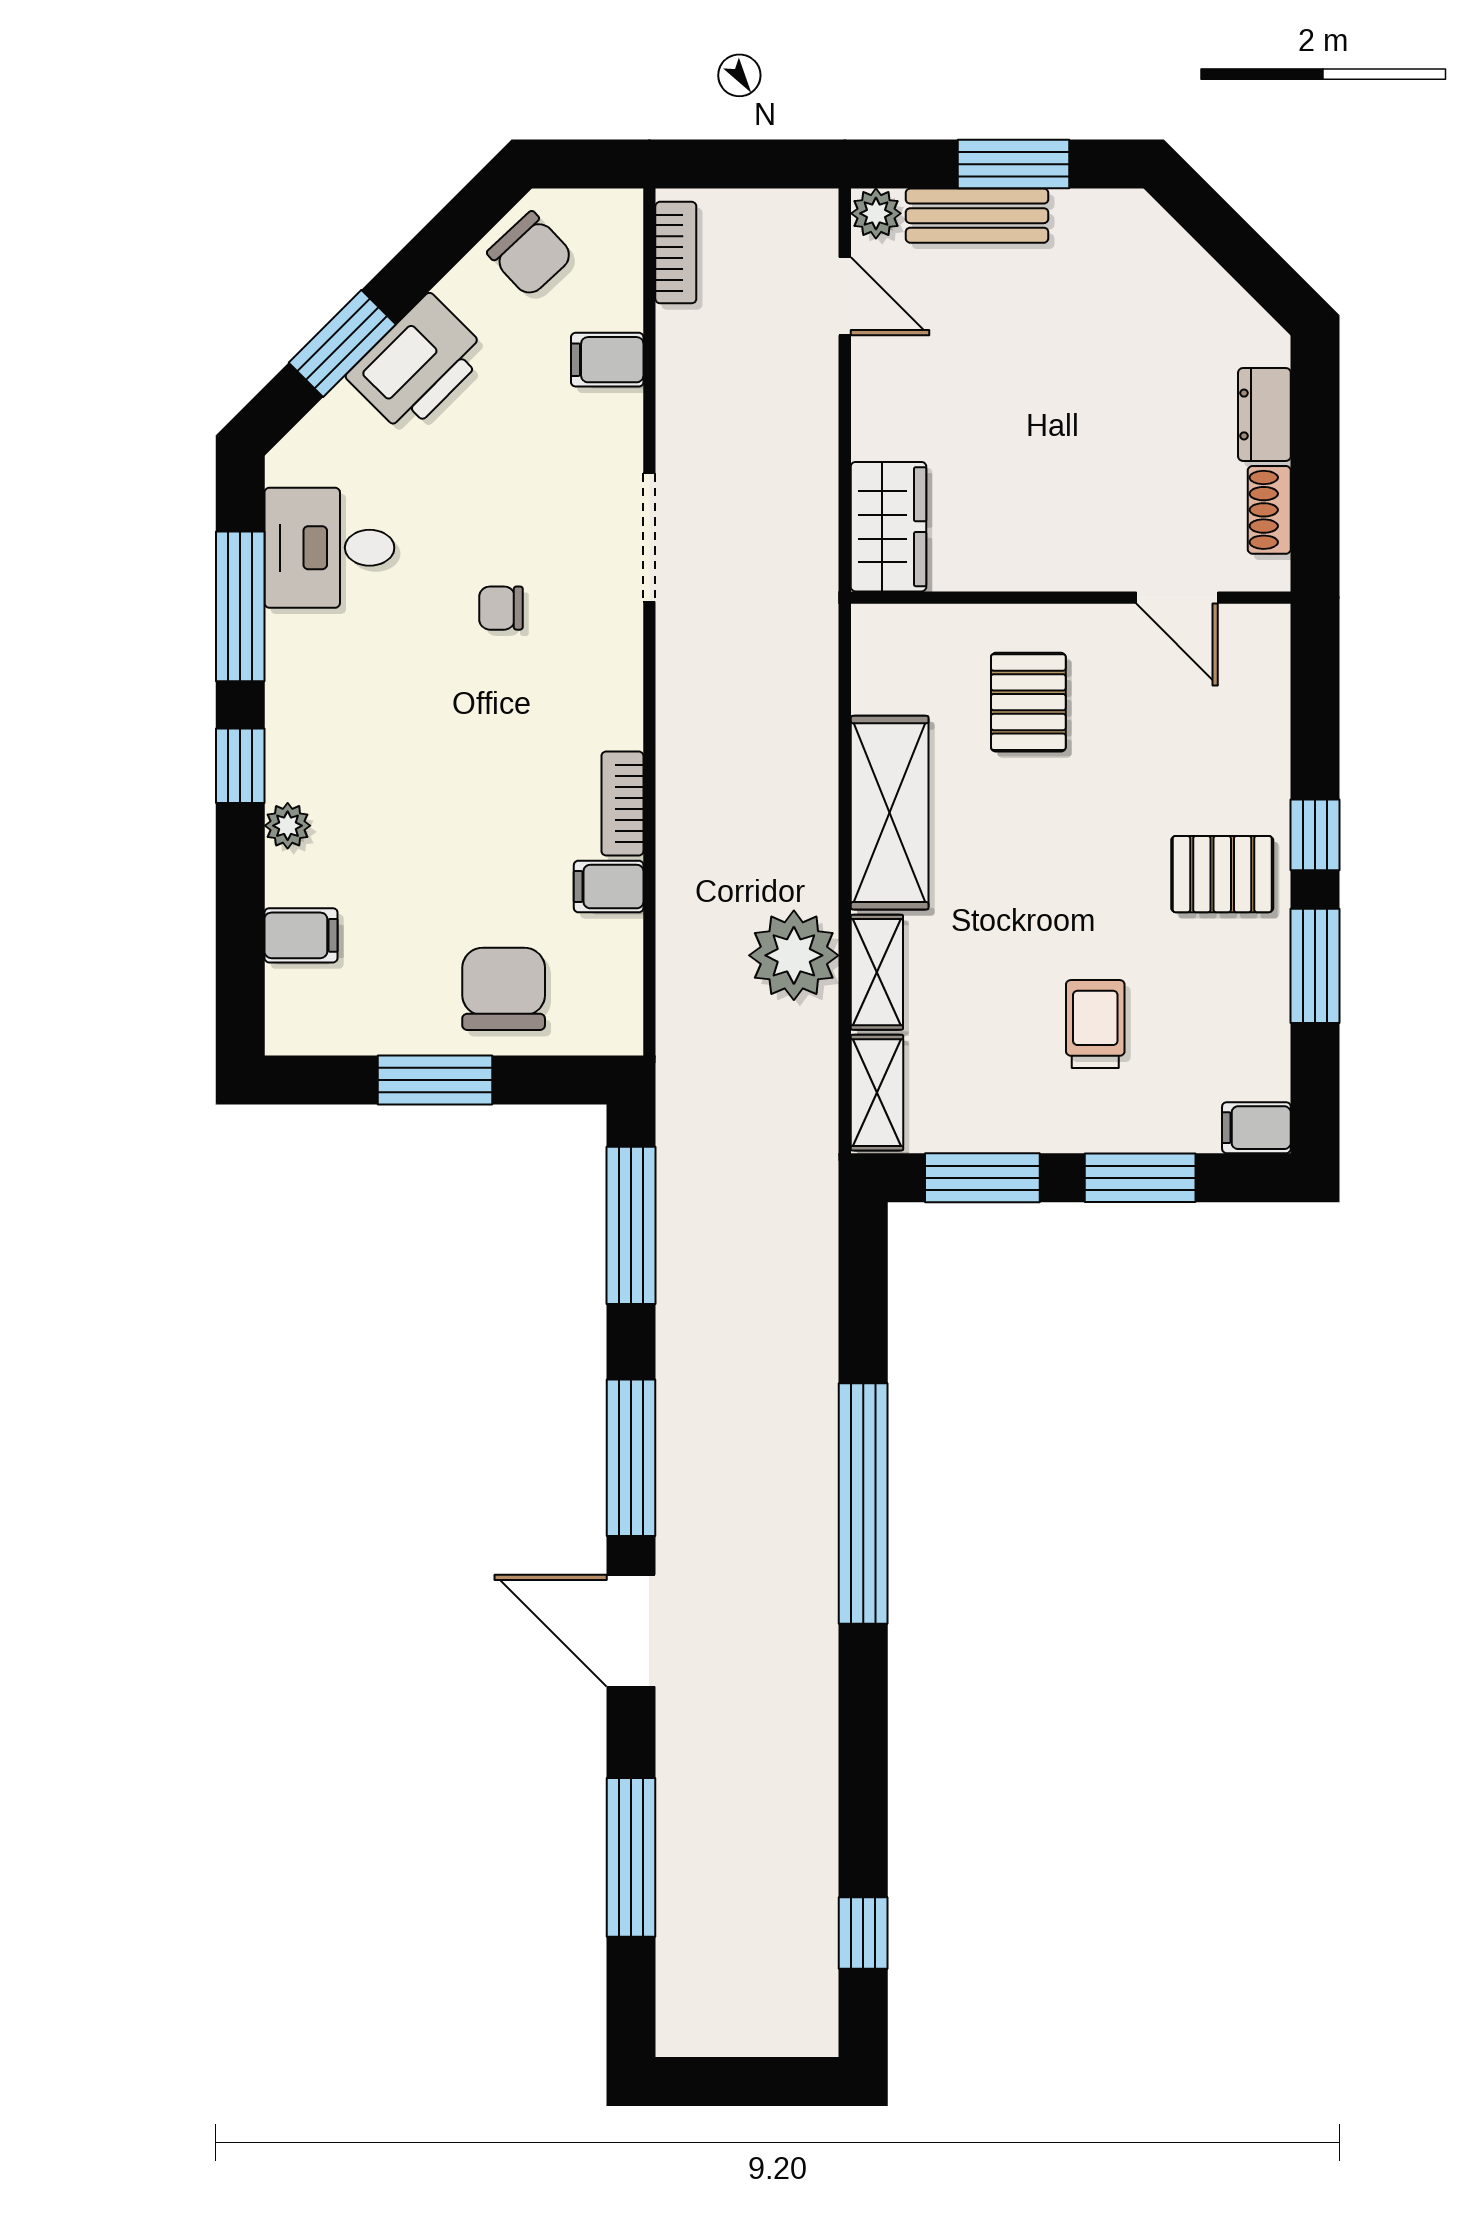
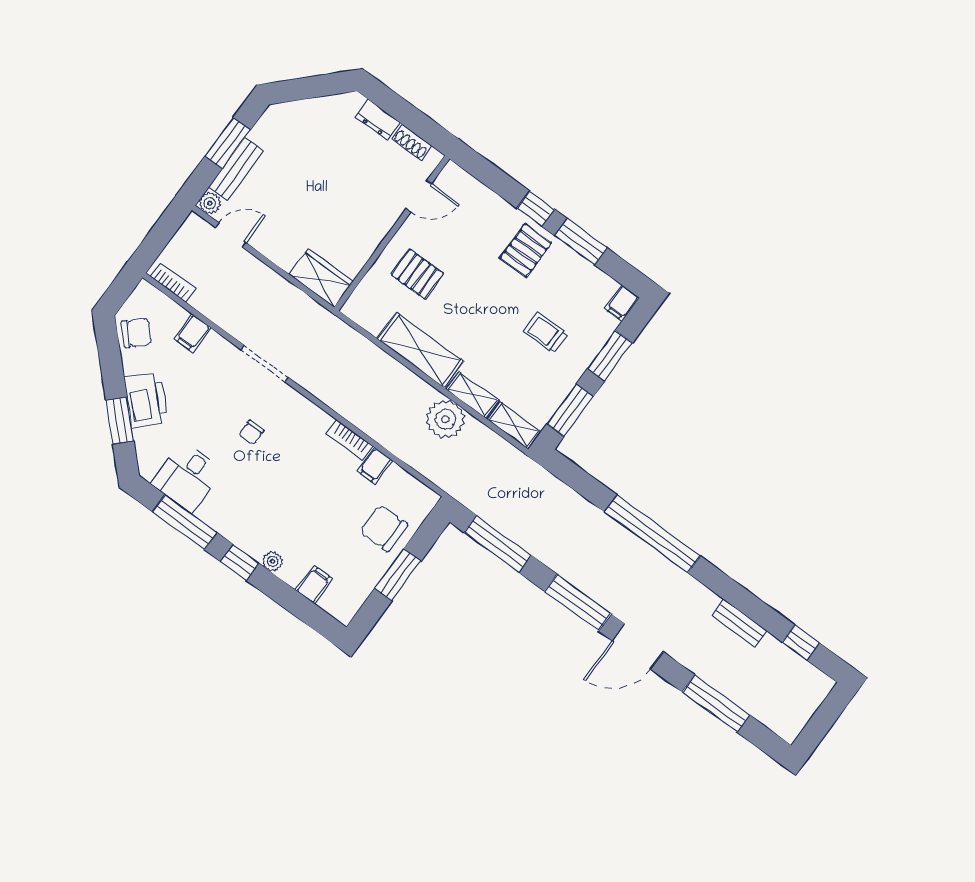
bench: (815, 1790) -> (739, 623), added

